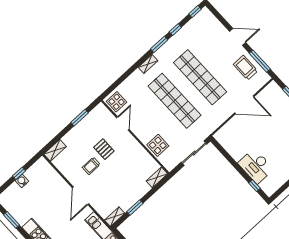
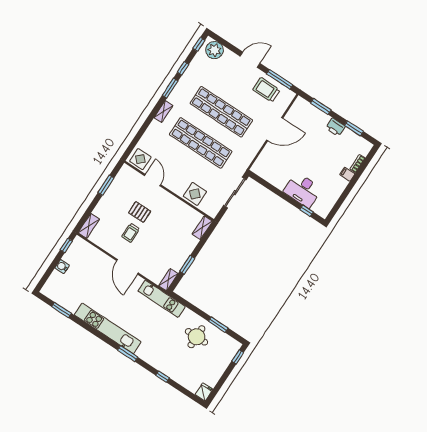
plant: (208, 20) -> (215, 50), added
window: (19, 173) -> (66, 246), moved

